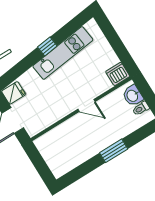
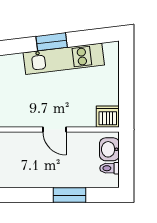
window: (47, 47) -> (52, 42), width x1.50
window: (114, 151) -> (69, 195), moved

